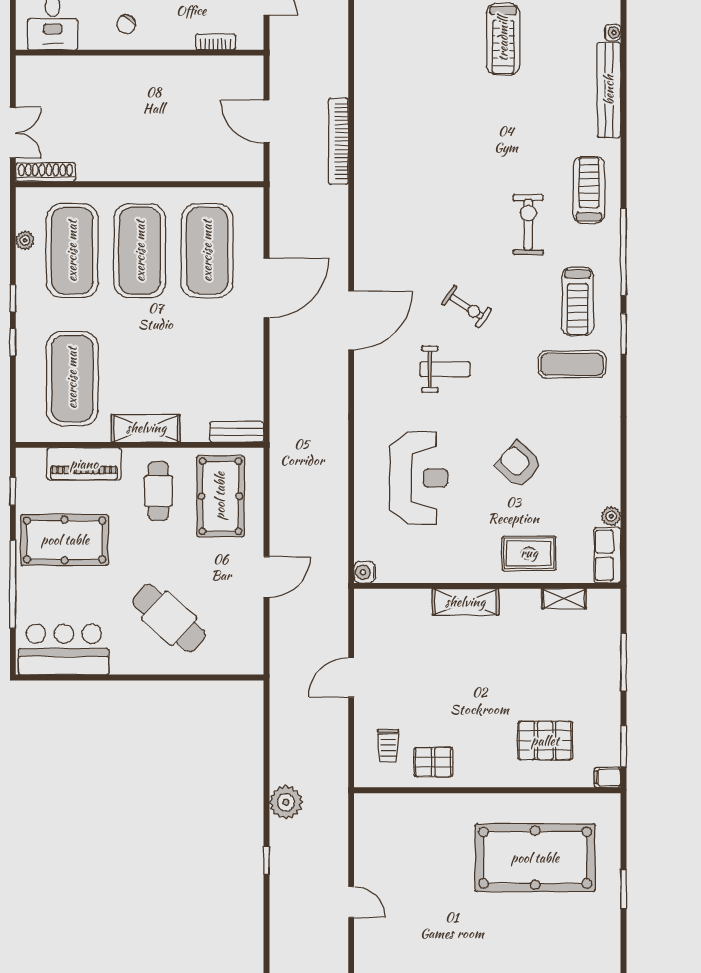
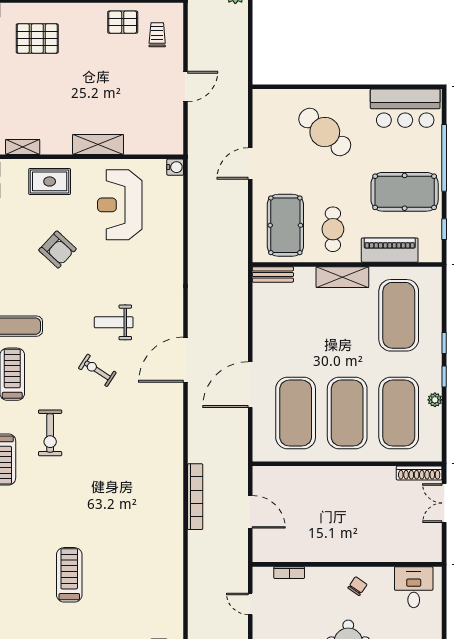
plant: (25, 240) -> (435, 400), moved
reception desk: (419, 478) -> (120, 205), moved

